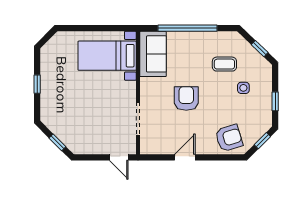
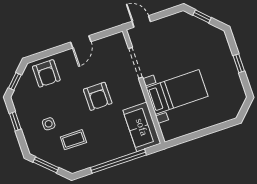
window: (260, 49) -> (46, 165), width x1.50
bed with nightstands: (107, 56) -> (177, 92), moved
armchair: (229, 138) -> (46, 73), turned -73

